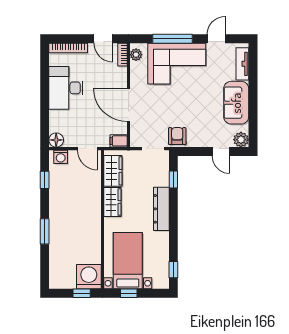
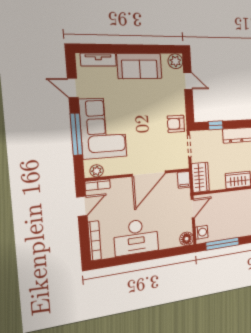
door: (221, 152) -> (188, 81), hinge flipped
wardrobe: (113, 171) -> (200, 177), moved, turned 90
window: (45, 180) -> (223, 244), width x2.17

